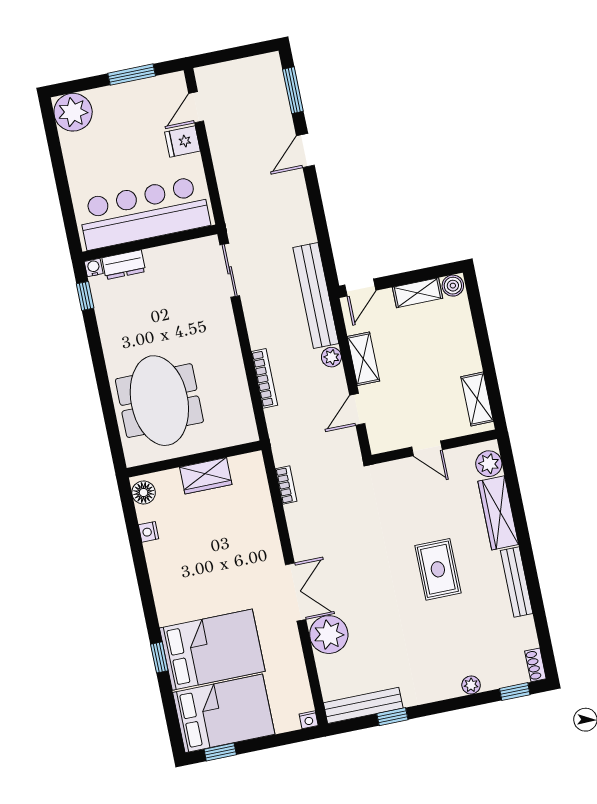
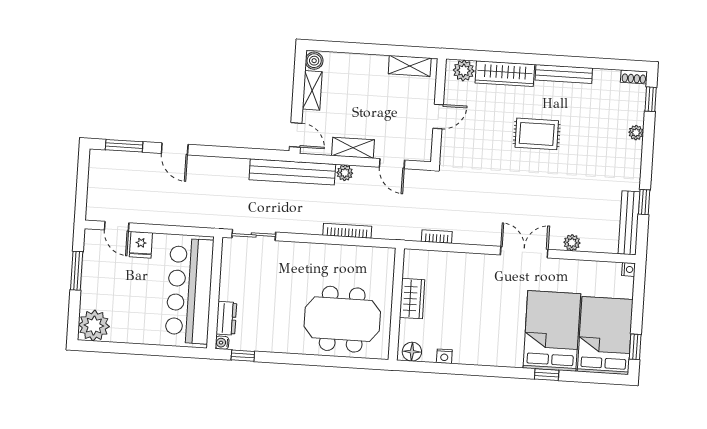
plant: (329, 635) -> (572, 243), width x0.53, depth x0.53

